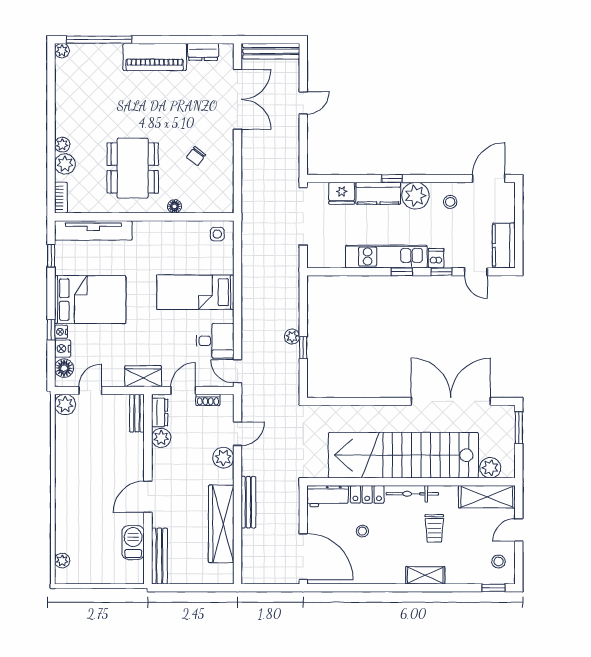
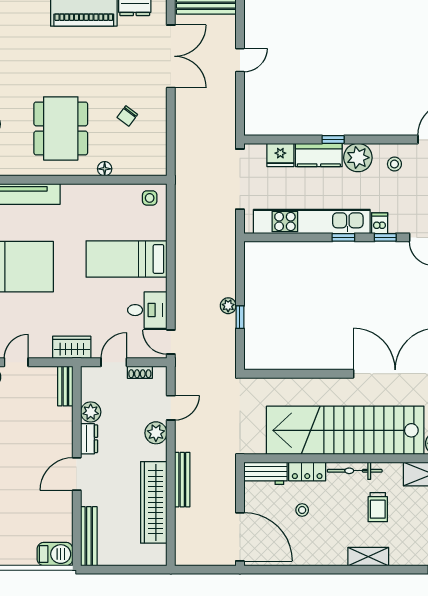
kitchen unit: (386, 257) -> (312, 222), width x1.36
dresser: (160, 412) -> (89, 439), moved
barbecue: (133, 543) -> (55, 554), moved, turned 90

